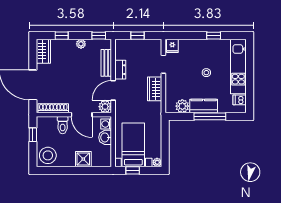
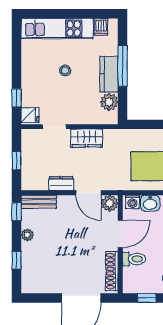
window: (214, 36) -> (17, 98), moved
wardrobe: (43, 51) -> (37, 284), removed
bench: (106, 63) -> (39, 202), moved

